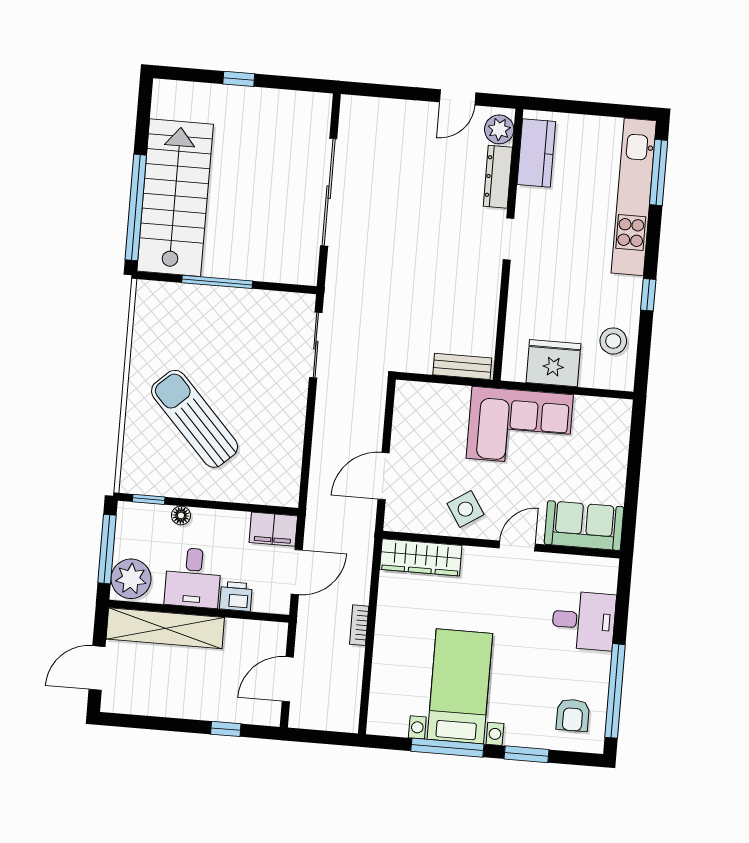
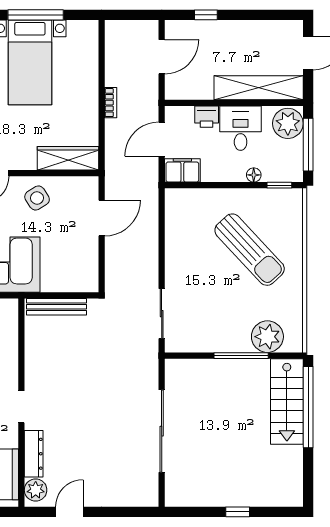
stairs: (175, 198) -> (287, 401), width x0.73, depth x0.66
plant: (181, 304) -> (267, 337), added
bench: (462, 366) -> (57, 307), width x1.36

